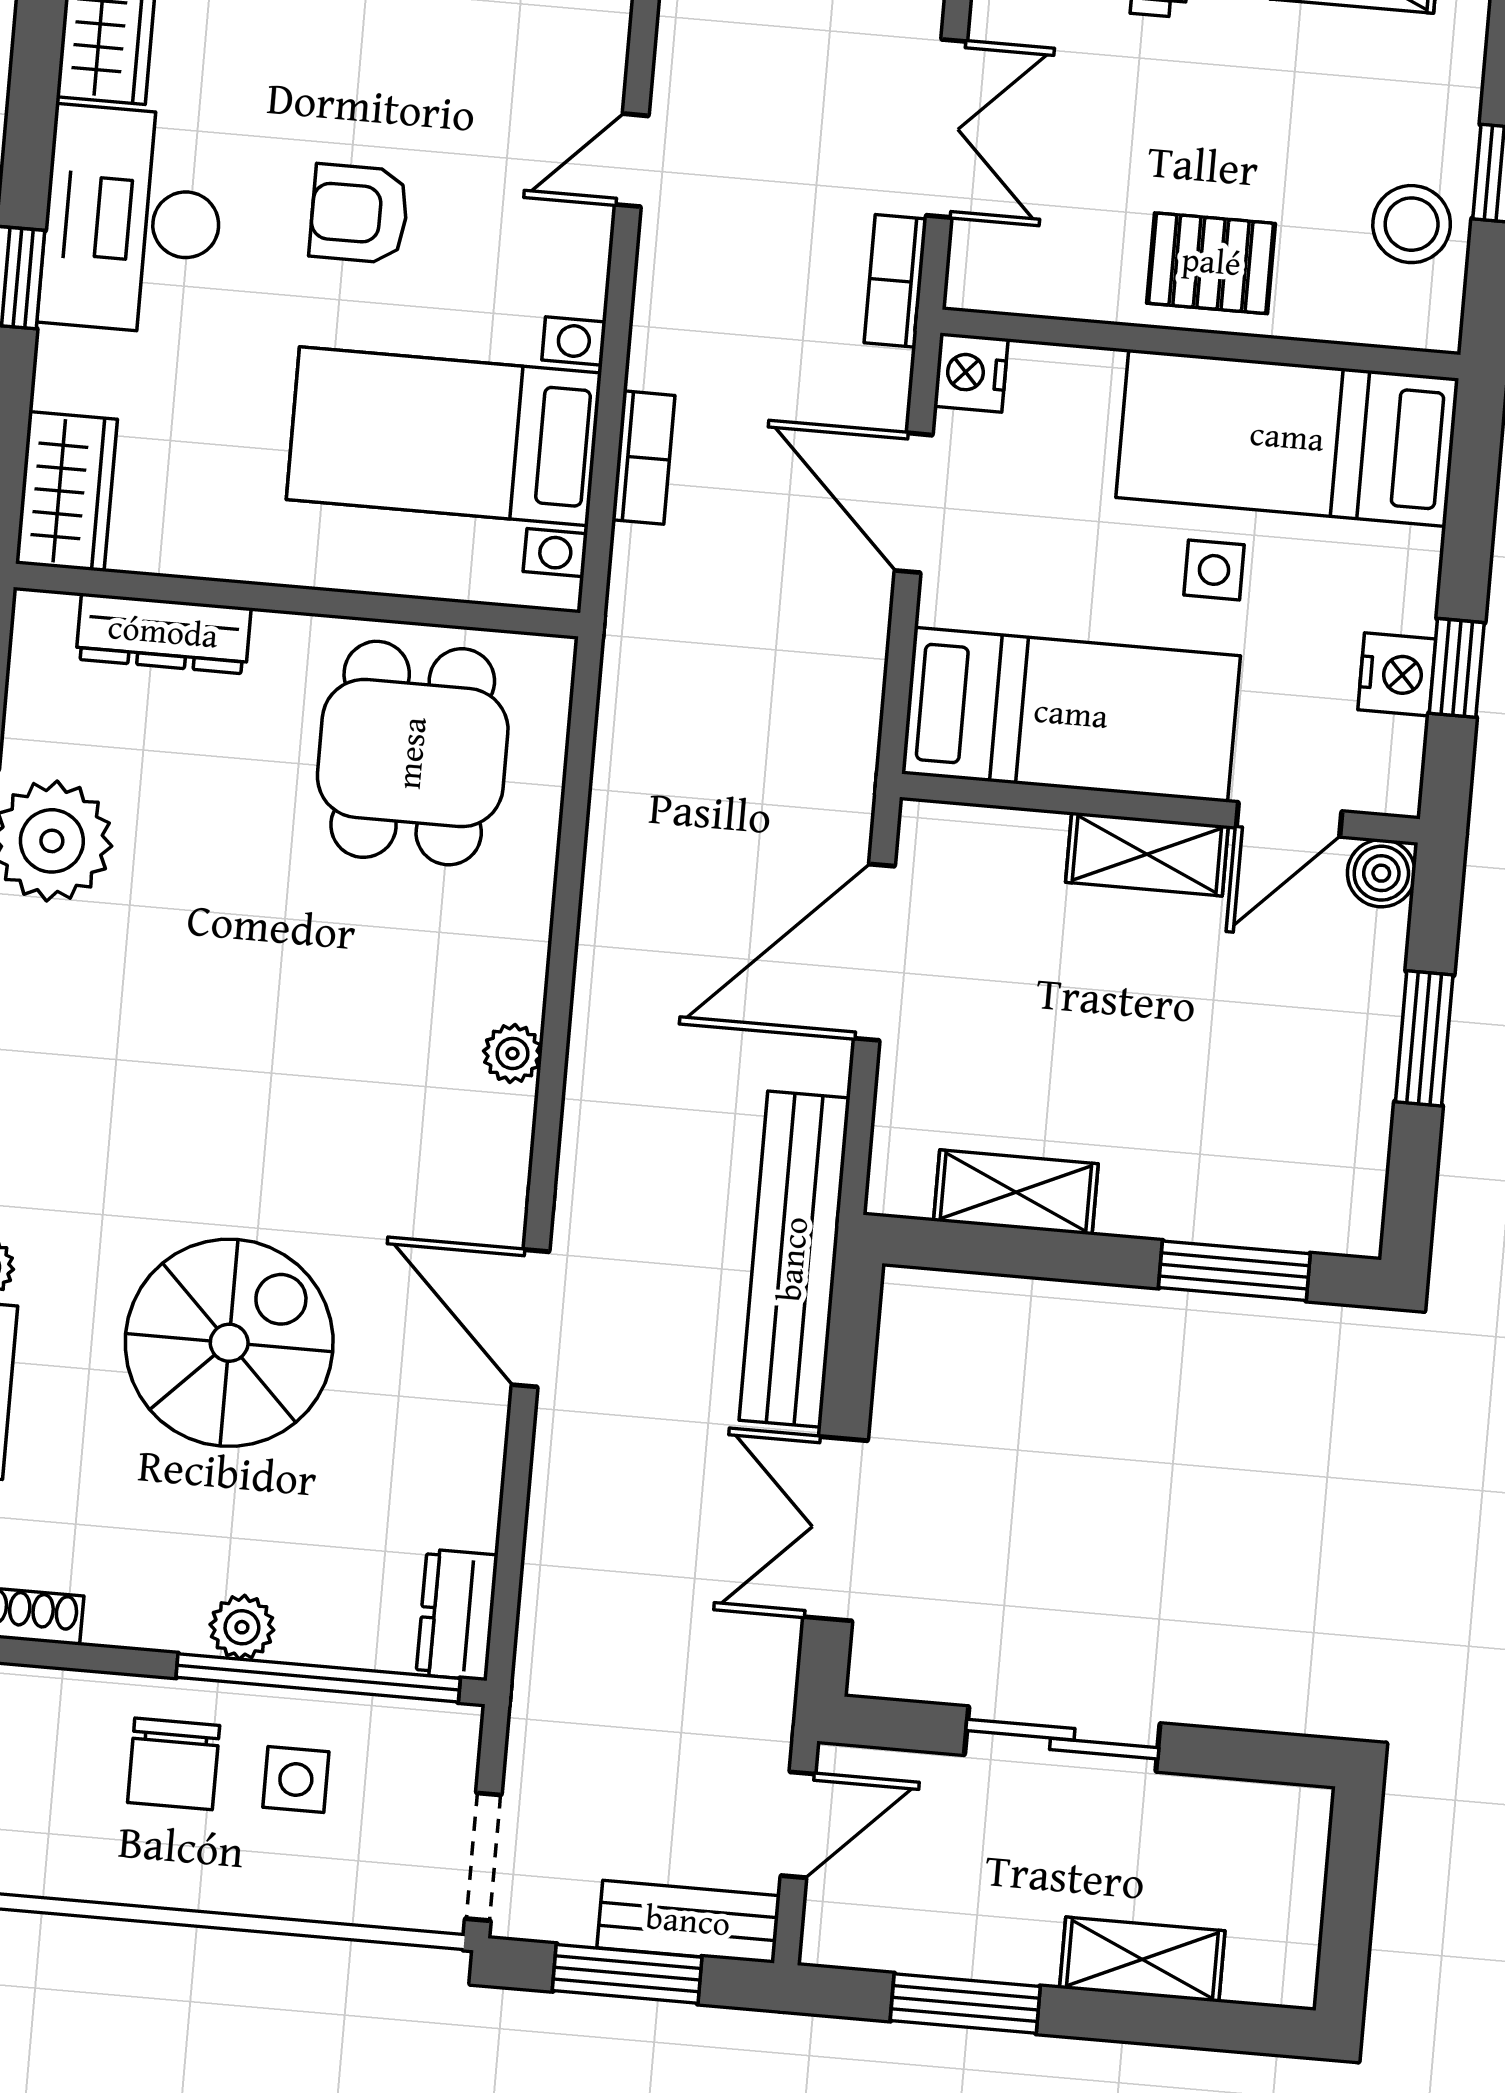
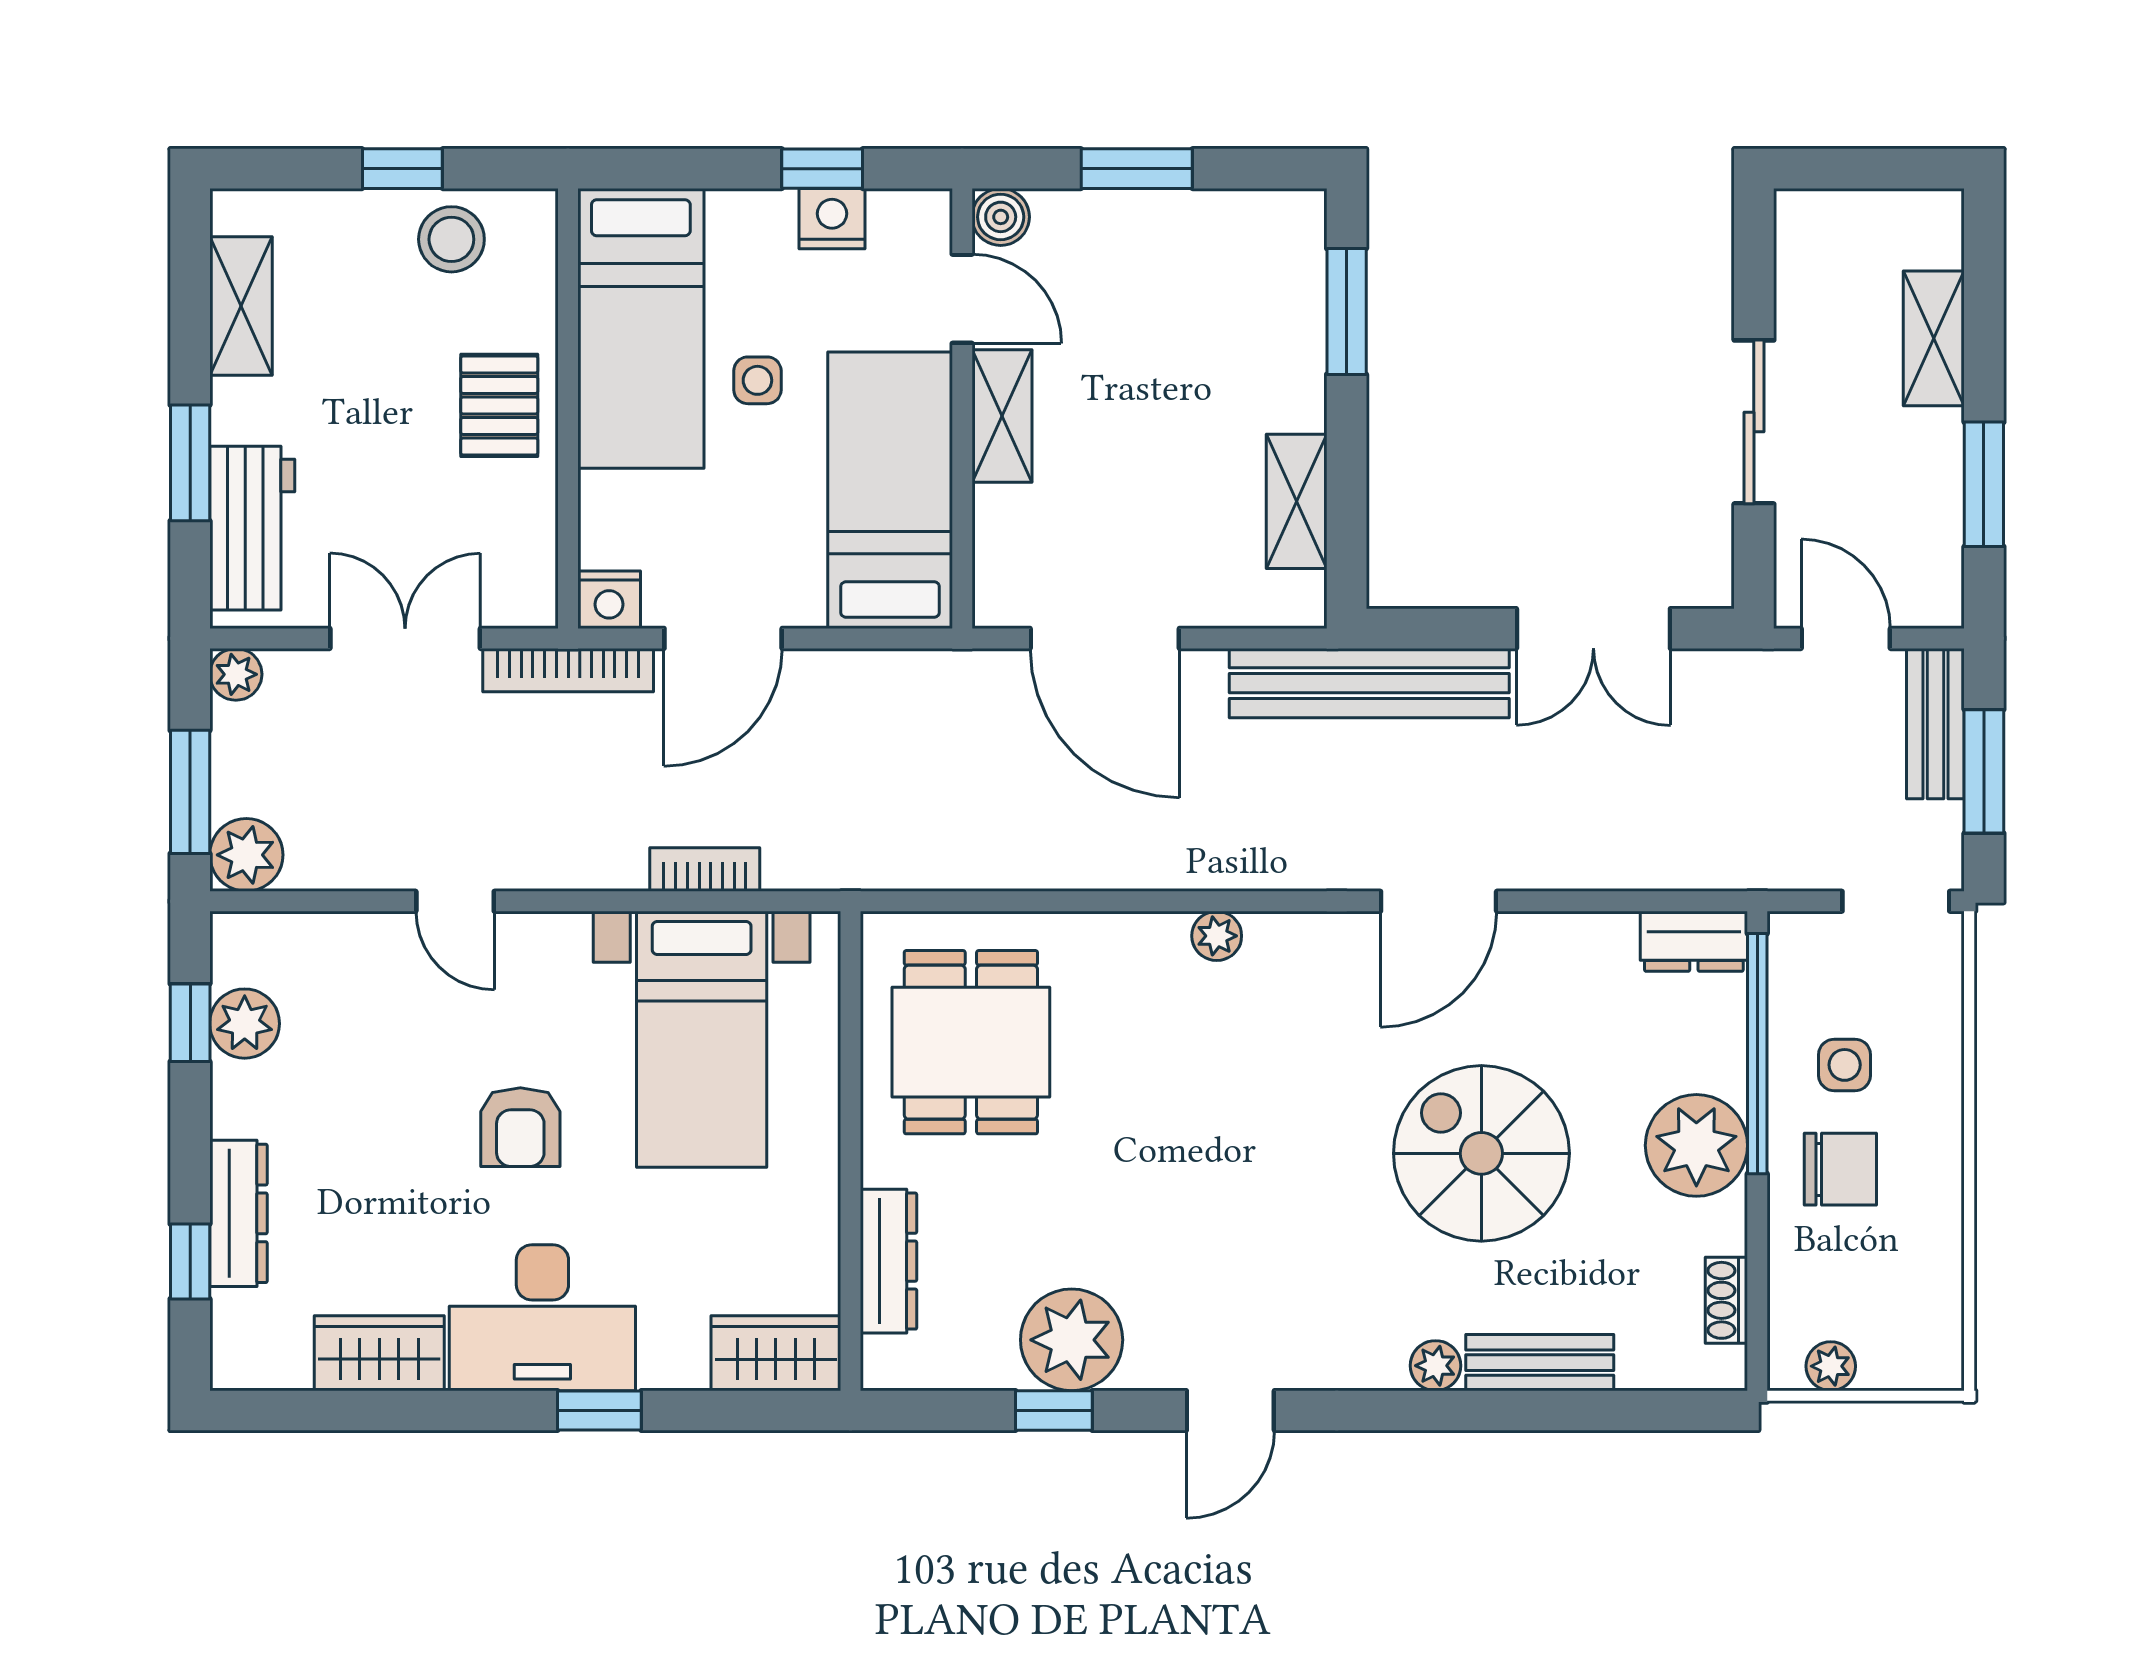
bookcase: (895, 281) -> (568, 670), width x1.56
dining table: (413, 753) -> (971, 1042), turned 90
plant: (242, 1627) -> (1696, 1145), width x1.87, depth x1.87

